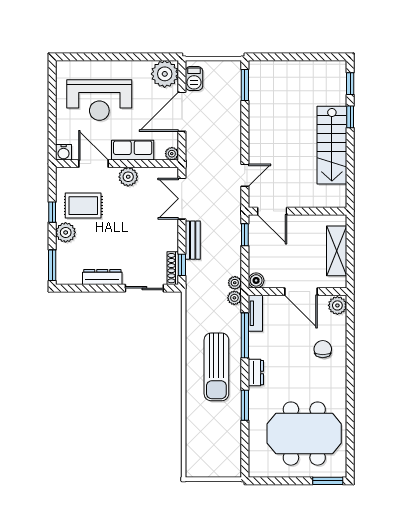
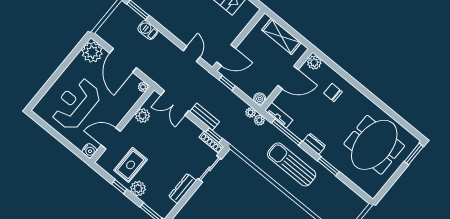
barbecue: (194, 78) -> (148, 30), moved, turned 180
reception desk: (99, 100) -> (76, 104), turned 180
row of seats: (133, 150) -> (122, 108), removed
plant: (128, 177) -> (142, 116), moved
sun lounger: (216, 367) -> (292, 164), turned 180

